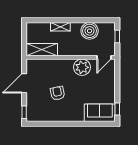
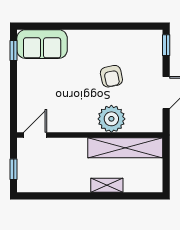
boiler: (90, 31) -> (59, 179), removed
shelving: (42, 50) -> (125, 148), width x1.47
plant: (82, 67) -> (111, 119), moved

